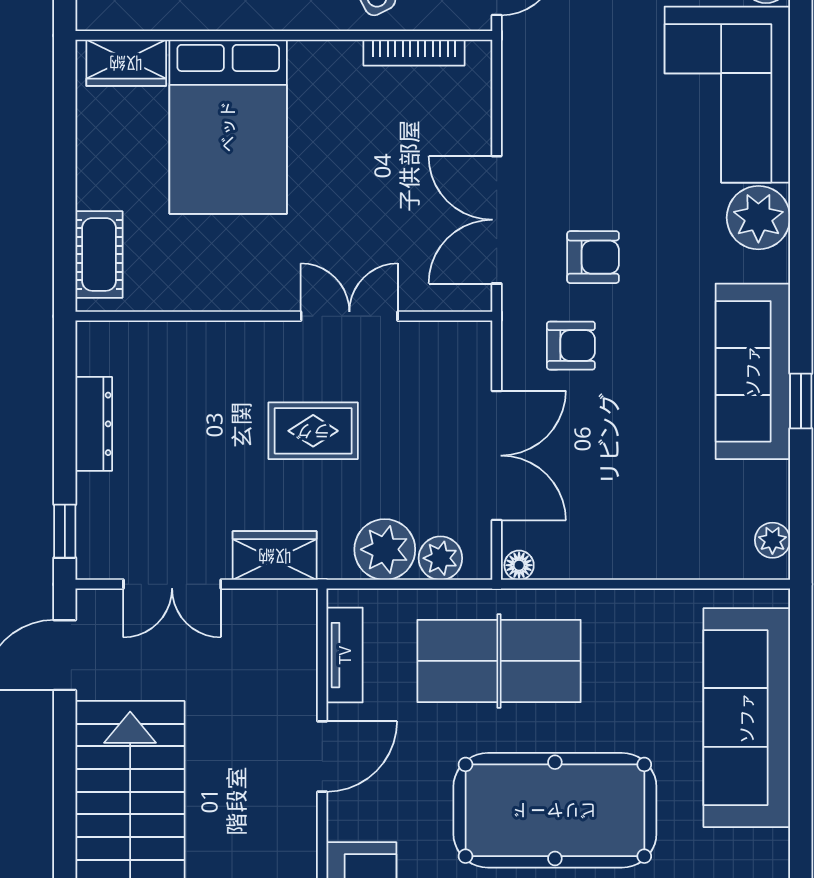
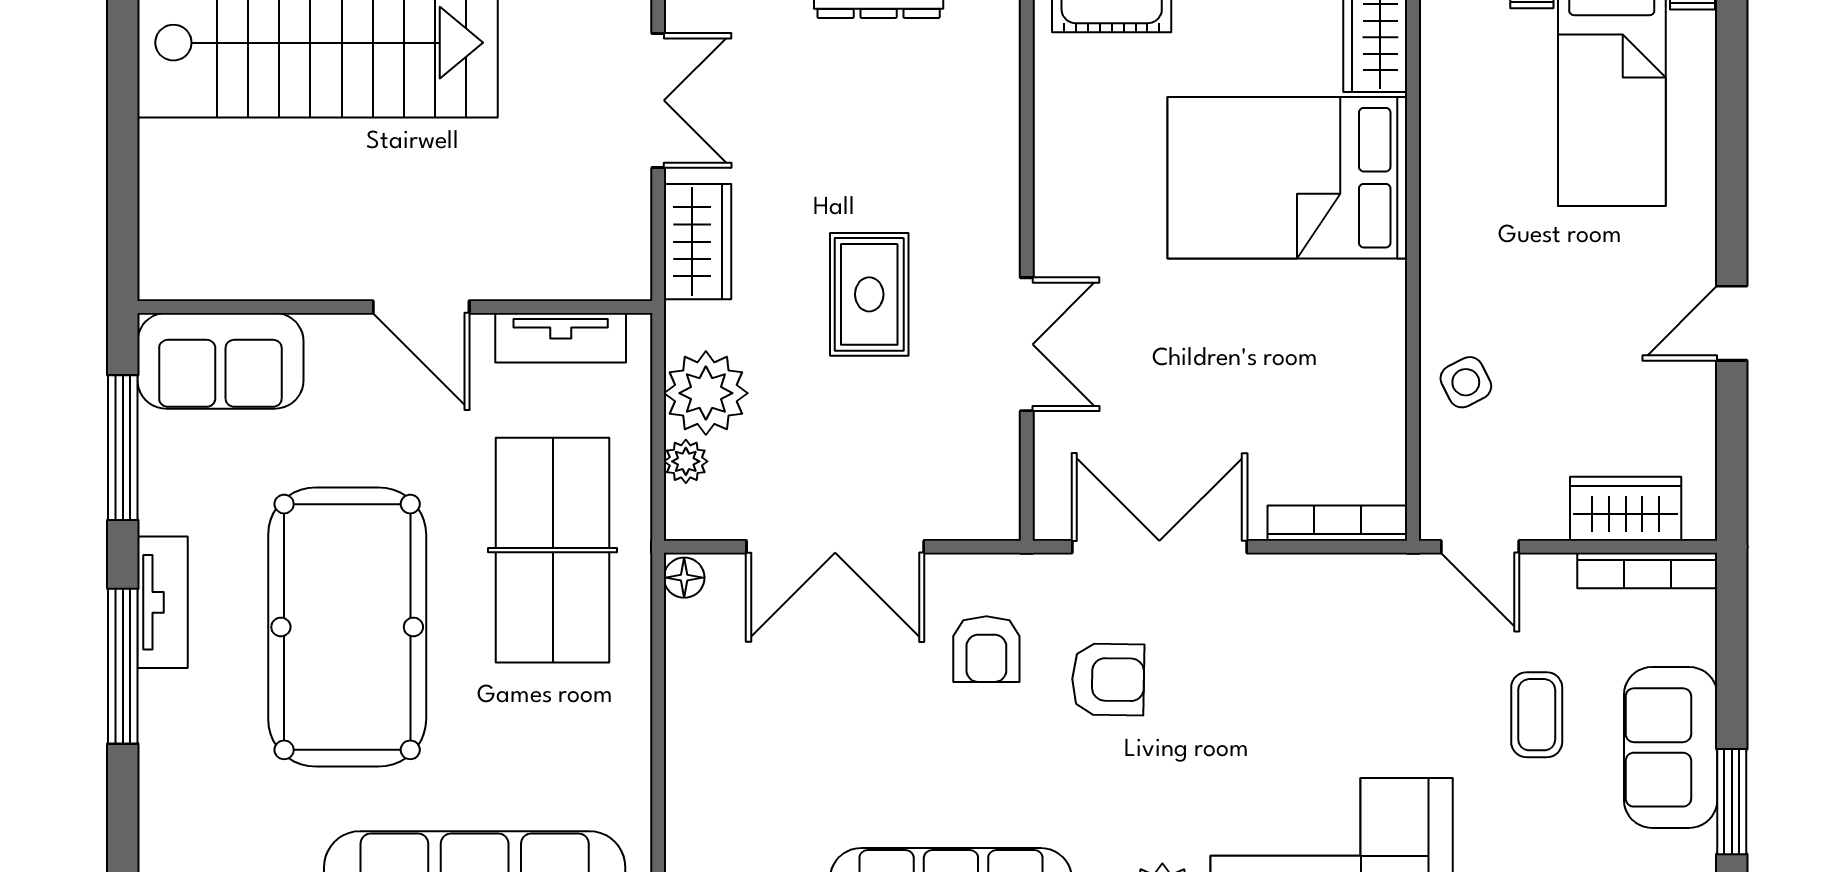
bookcase: (414, 53) -> (1337, 523), moved, turned 90
armchair: (593, 257) -> (1108, 679), turned -89
plant: (440, 558) -> (686, 461), width x0.73, depth x0.73
double door: (172, 584) -> (658, 100), swing flipped

